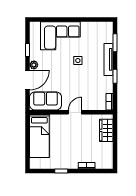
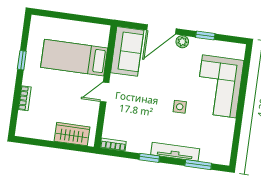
door: (28, 80) -> (161, 29), hinge flipped
door: (75, 112) -> (105, 92), swing flipped
bed: (39, 136) -> (74, 58), moved

